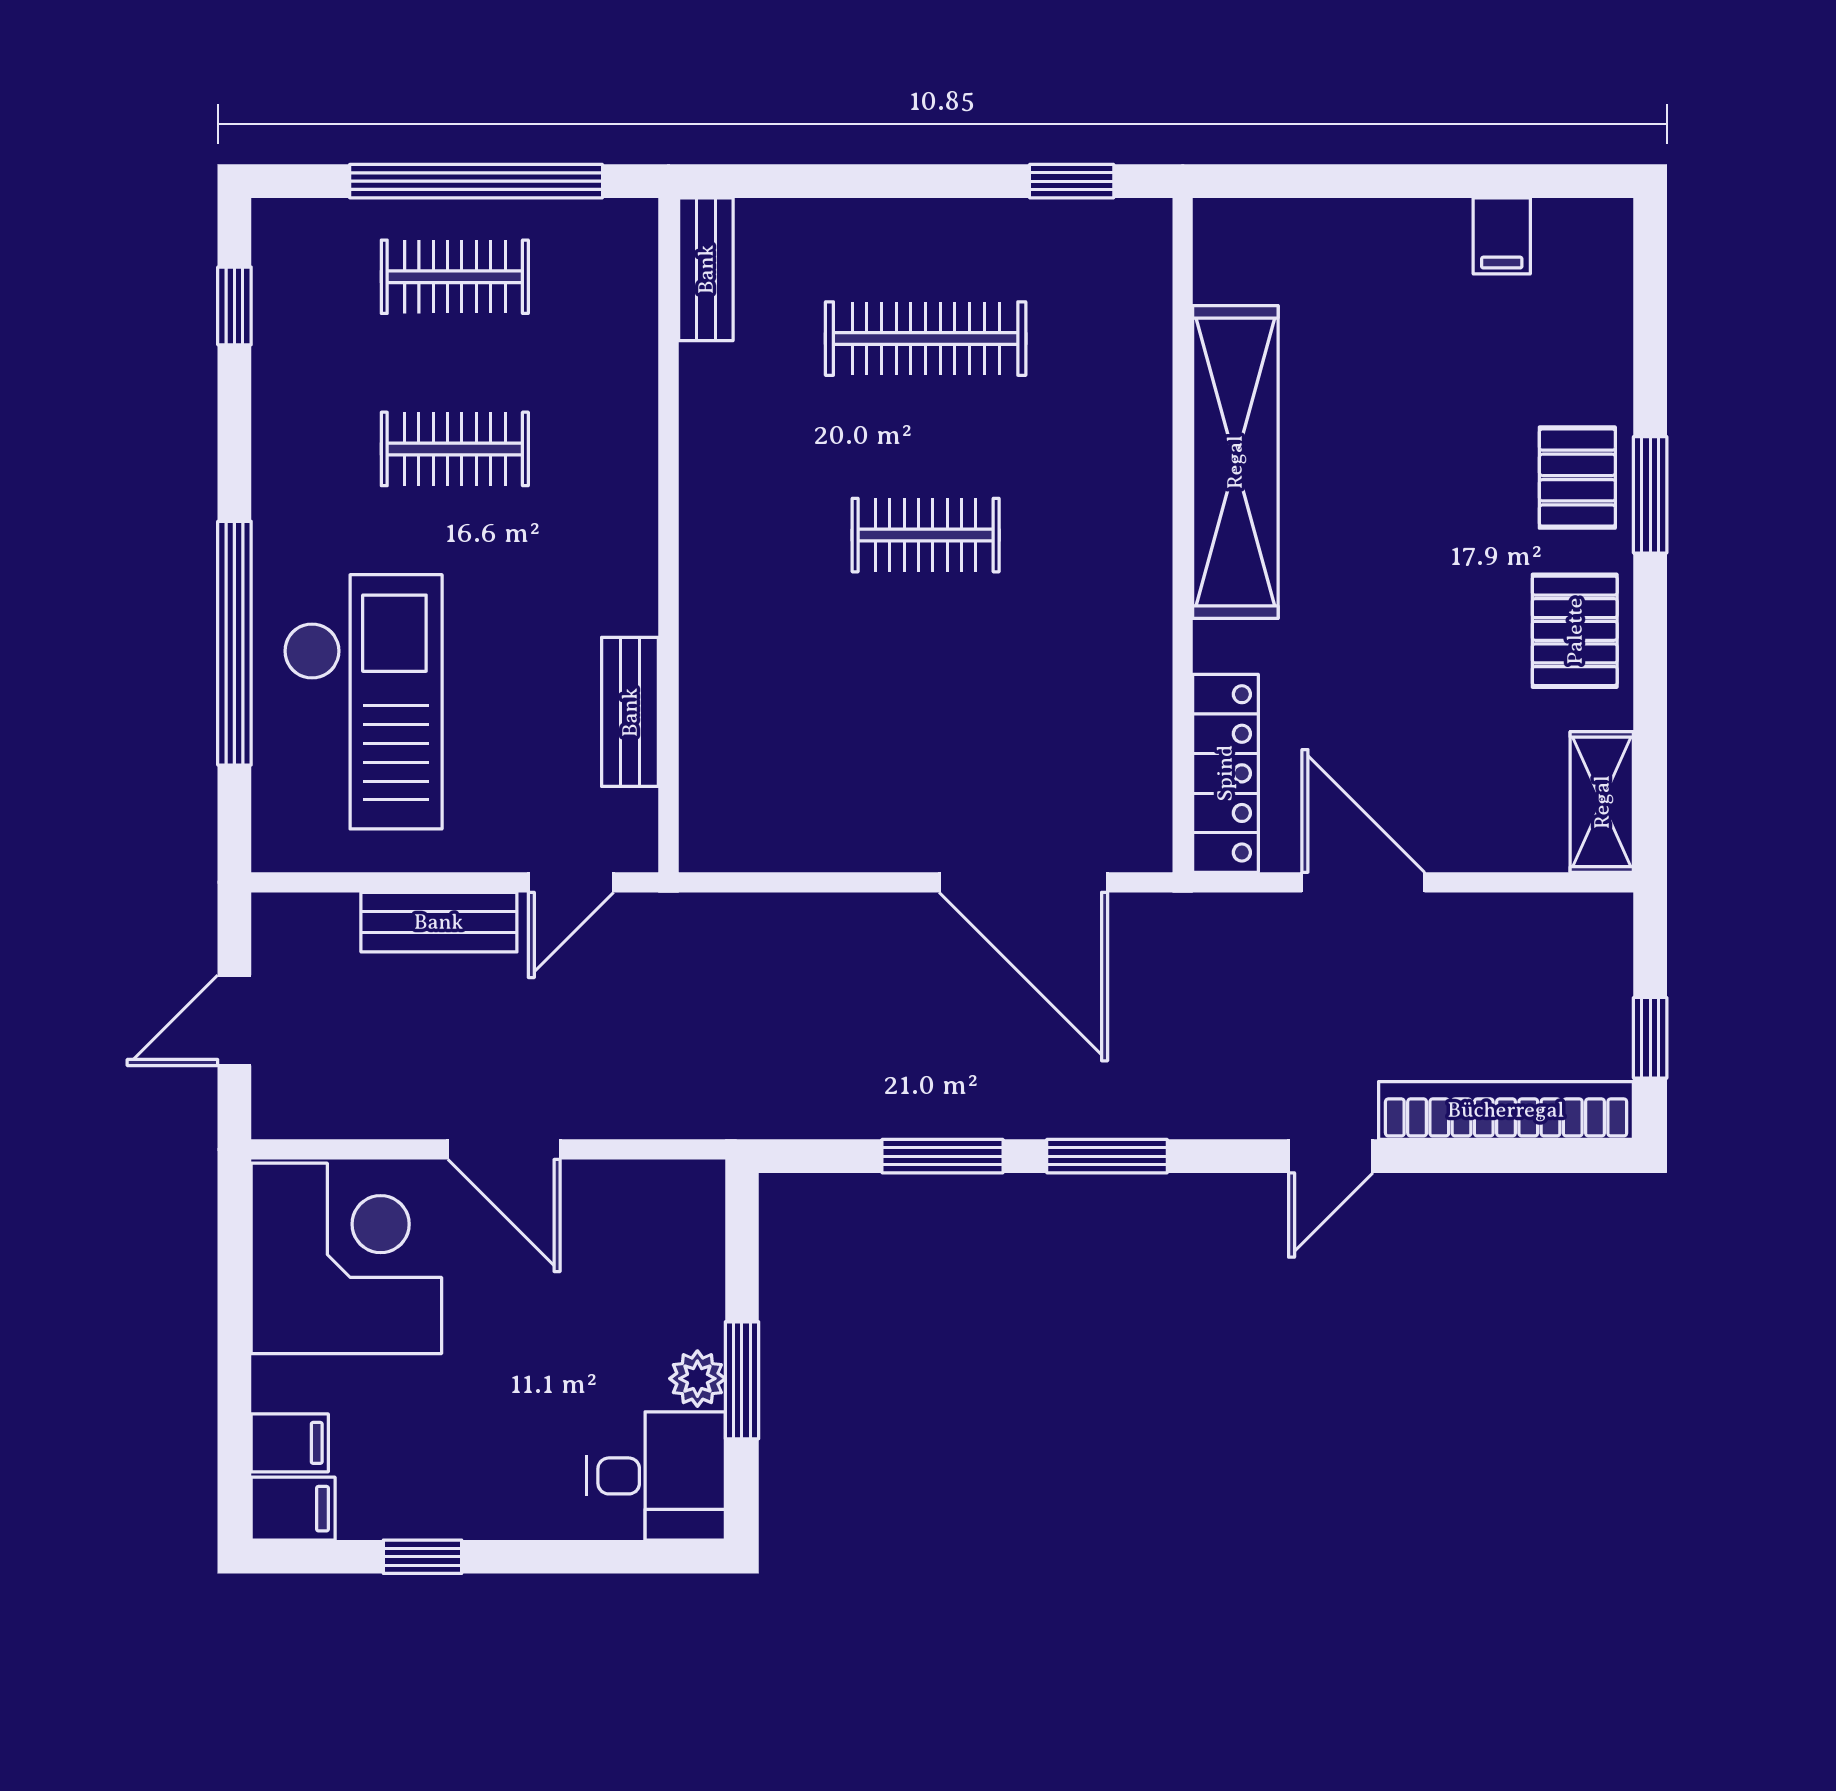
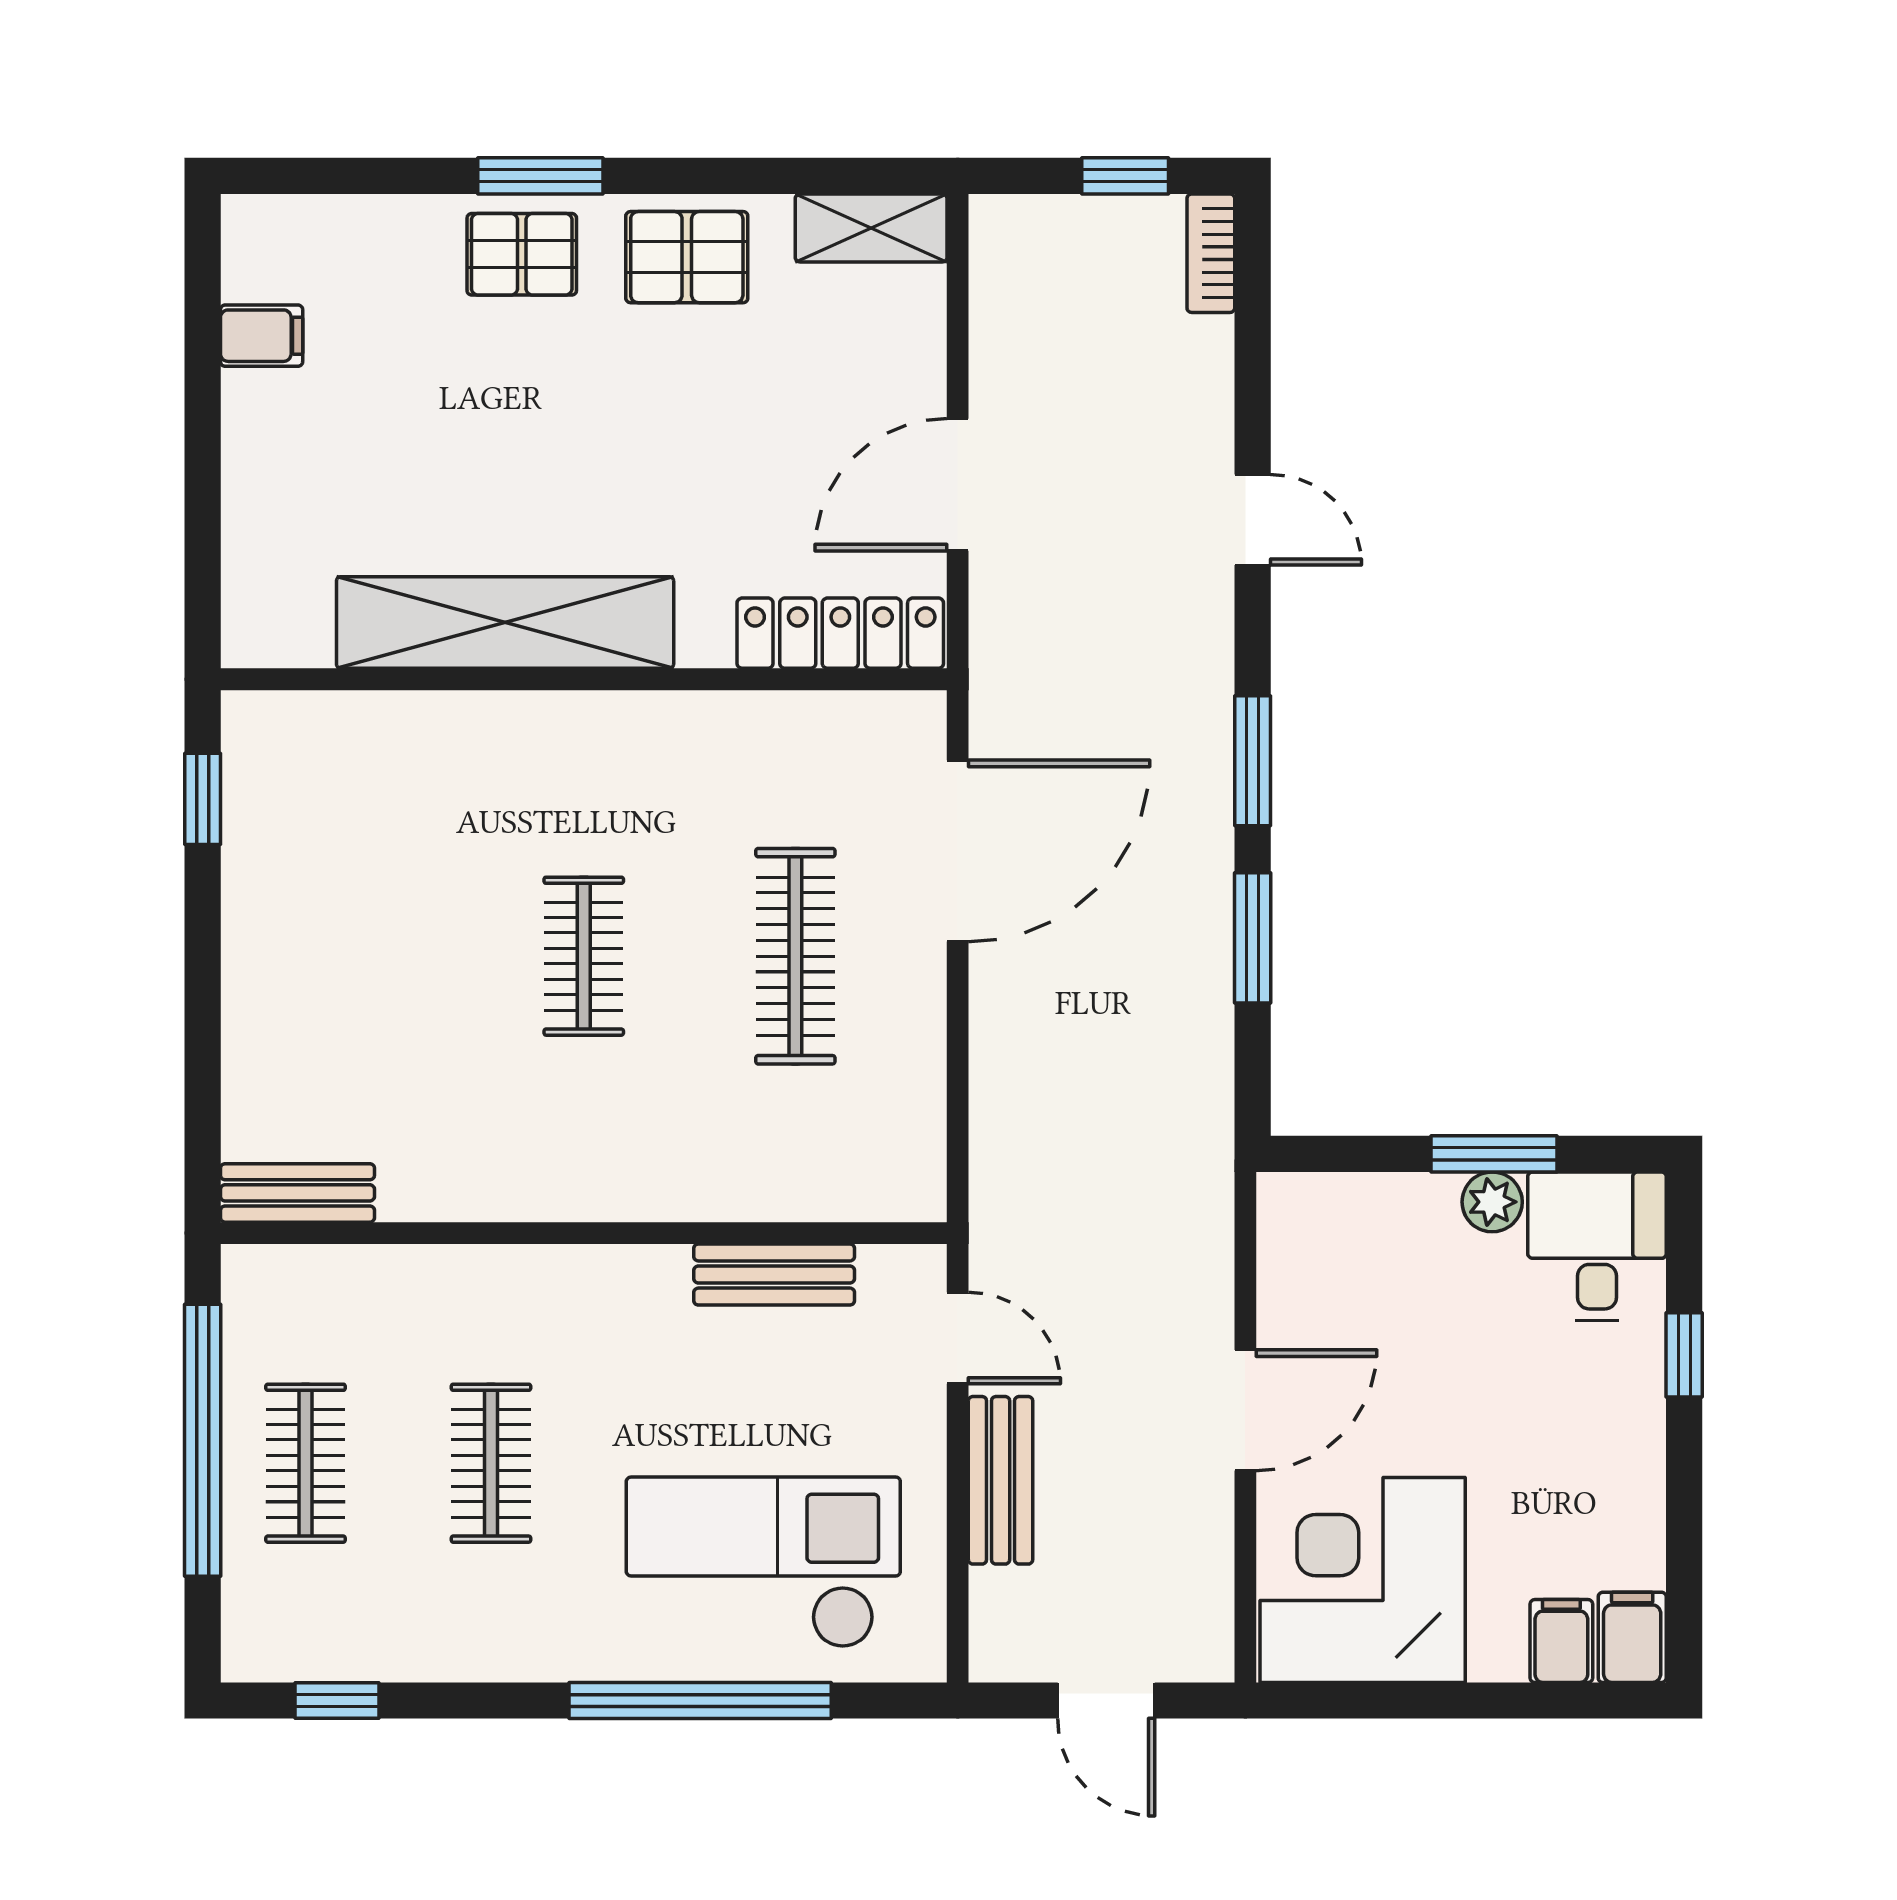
clothes rail: (926, 339) -> (795, 956), moved
bookcase: (1506, 1110) -> (1211, 253), width x0.43, depth x0.76
window: (422, 1557) -> (1684, 1355), moved

